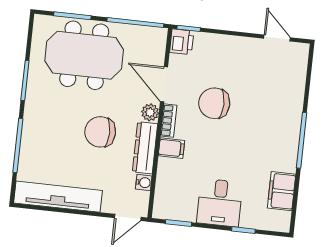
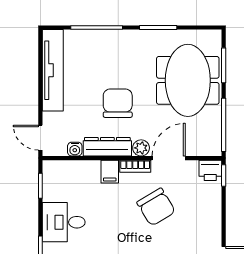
chair: (214, 103) -> (156, 207), turned 149

